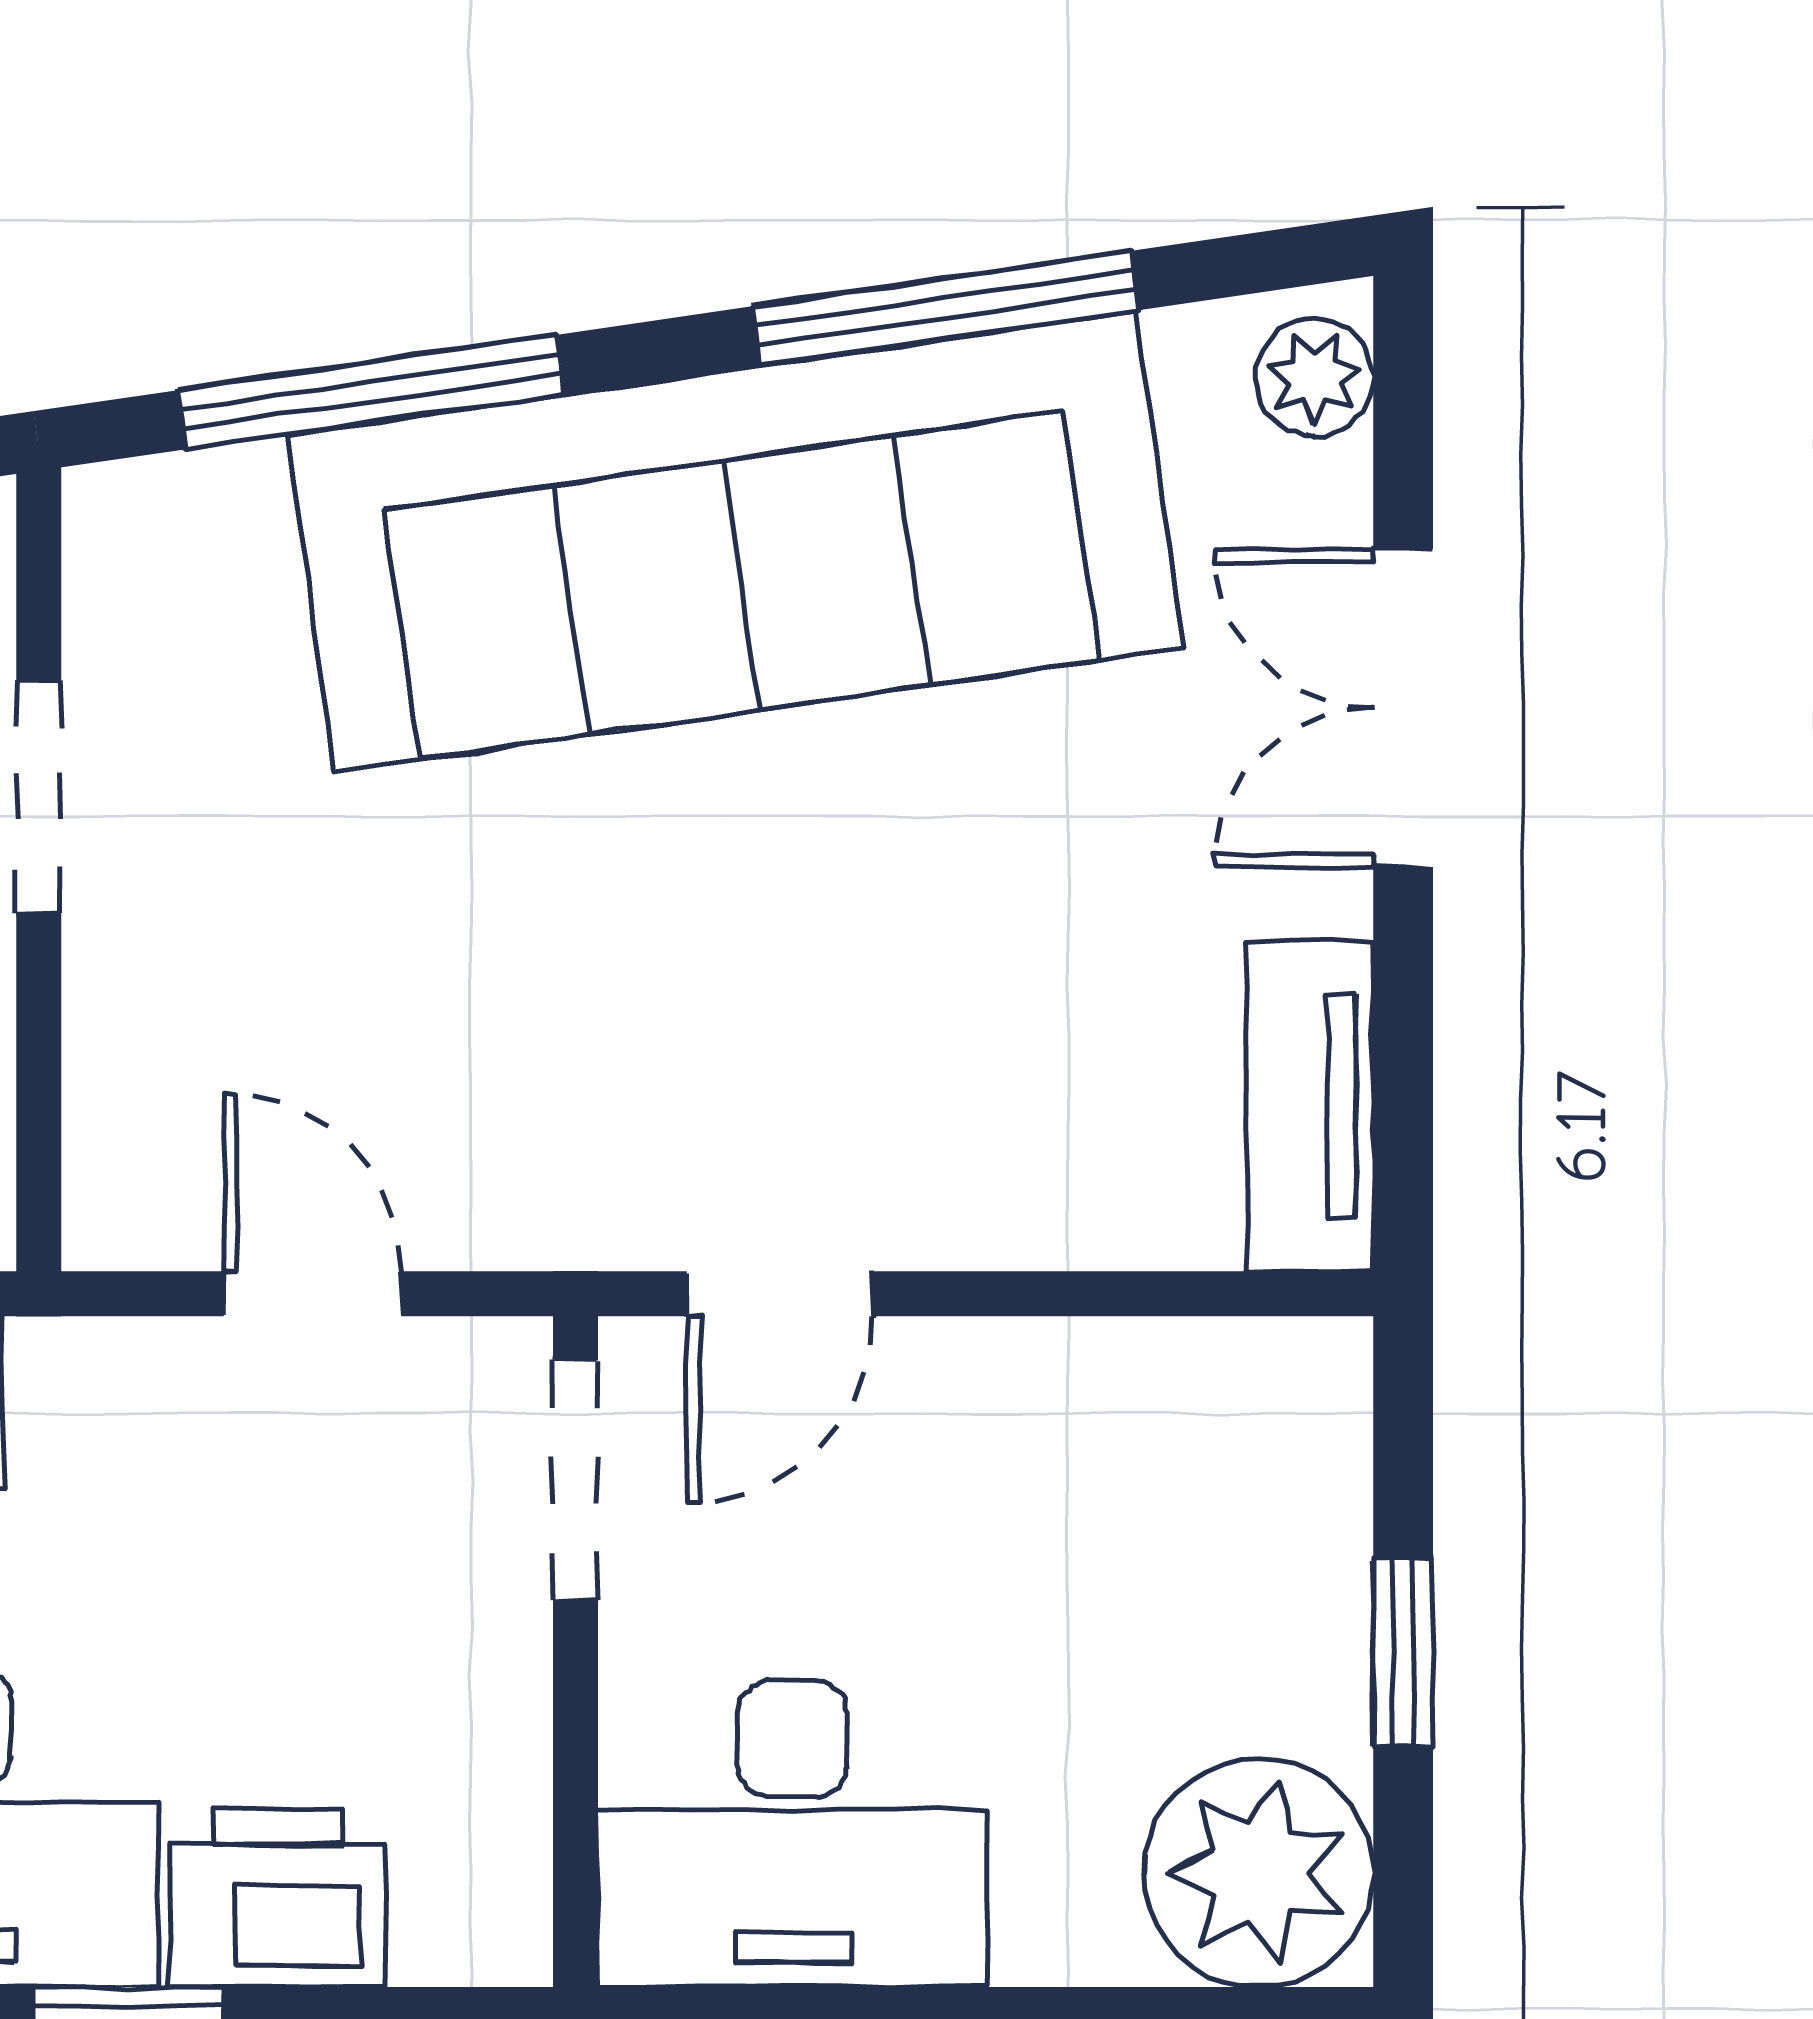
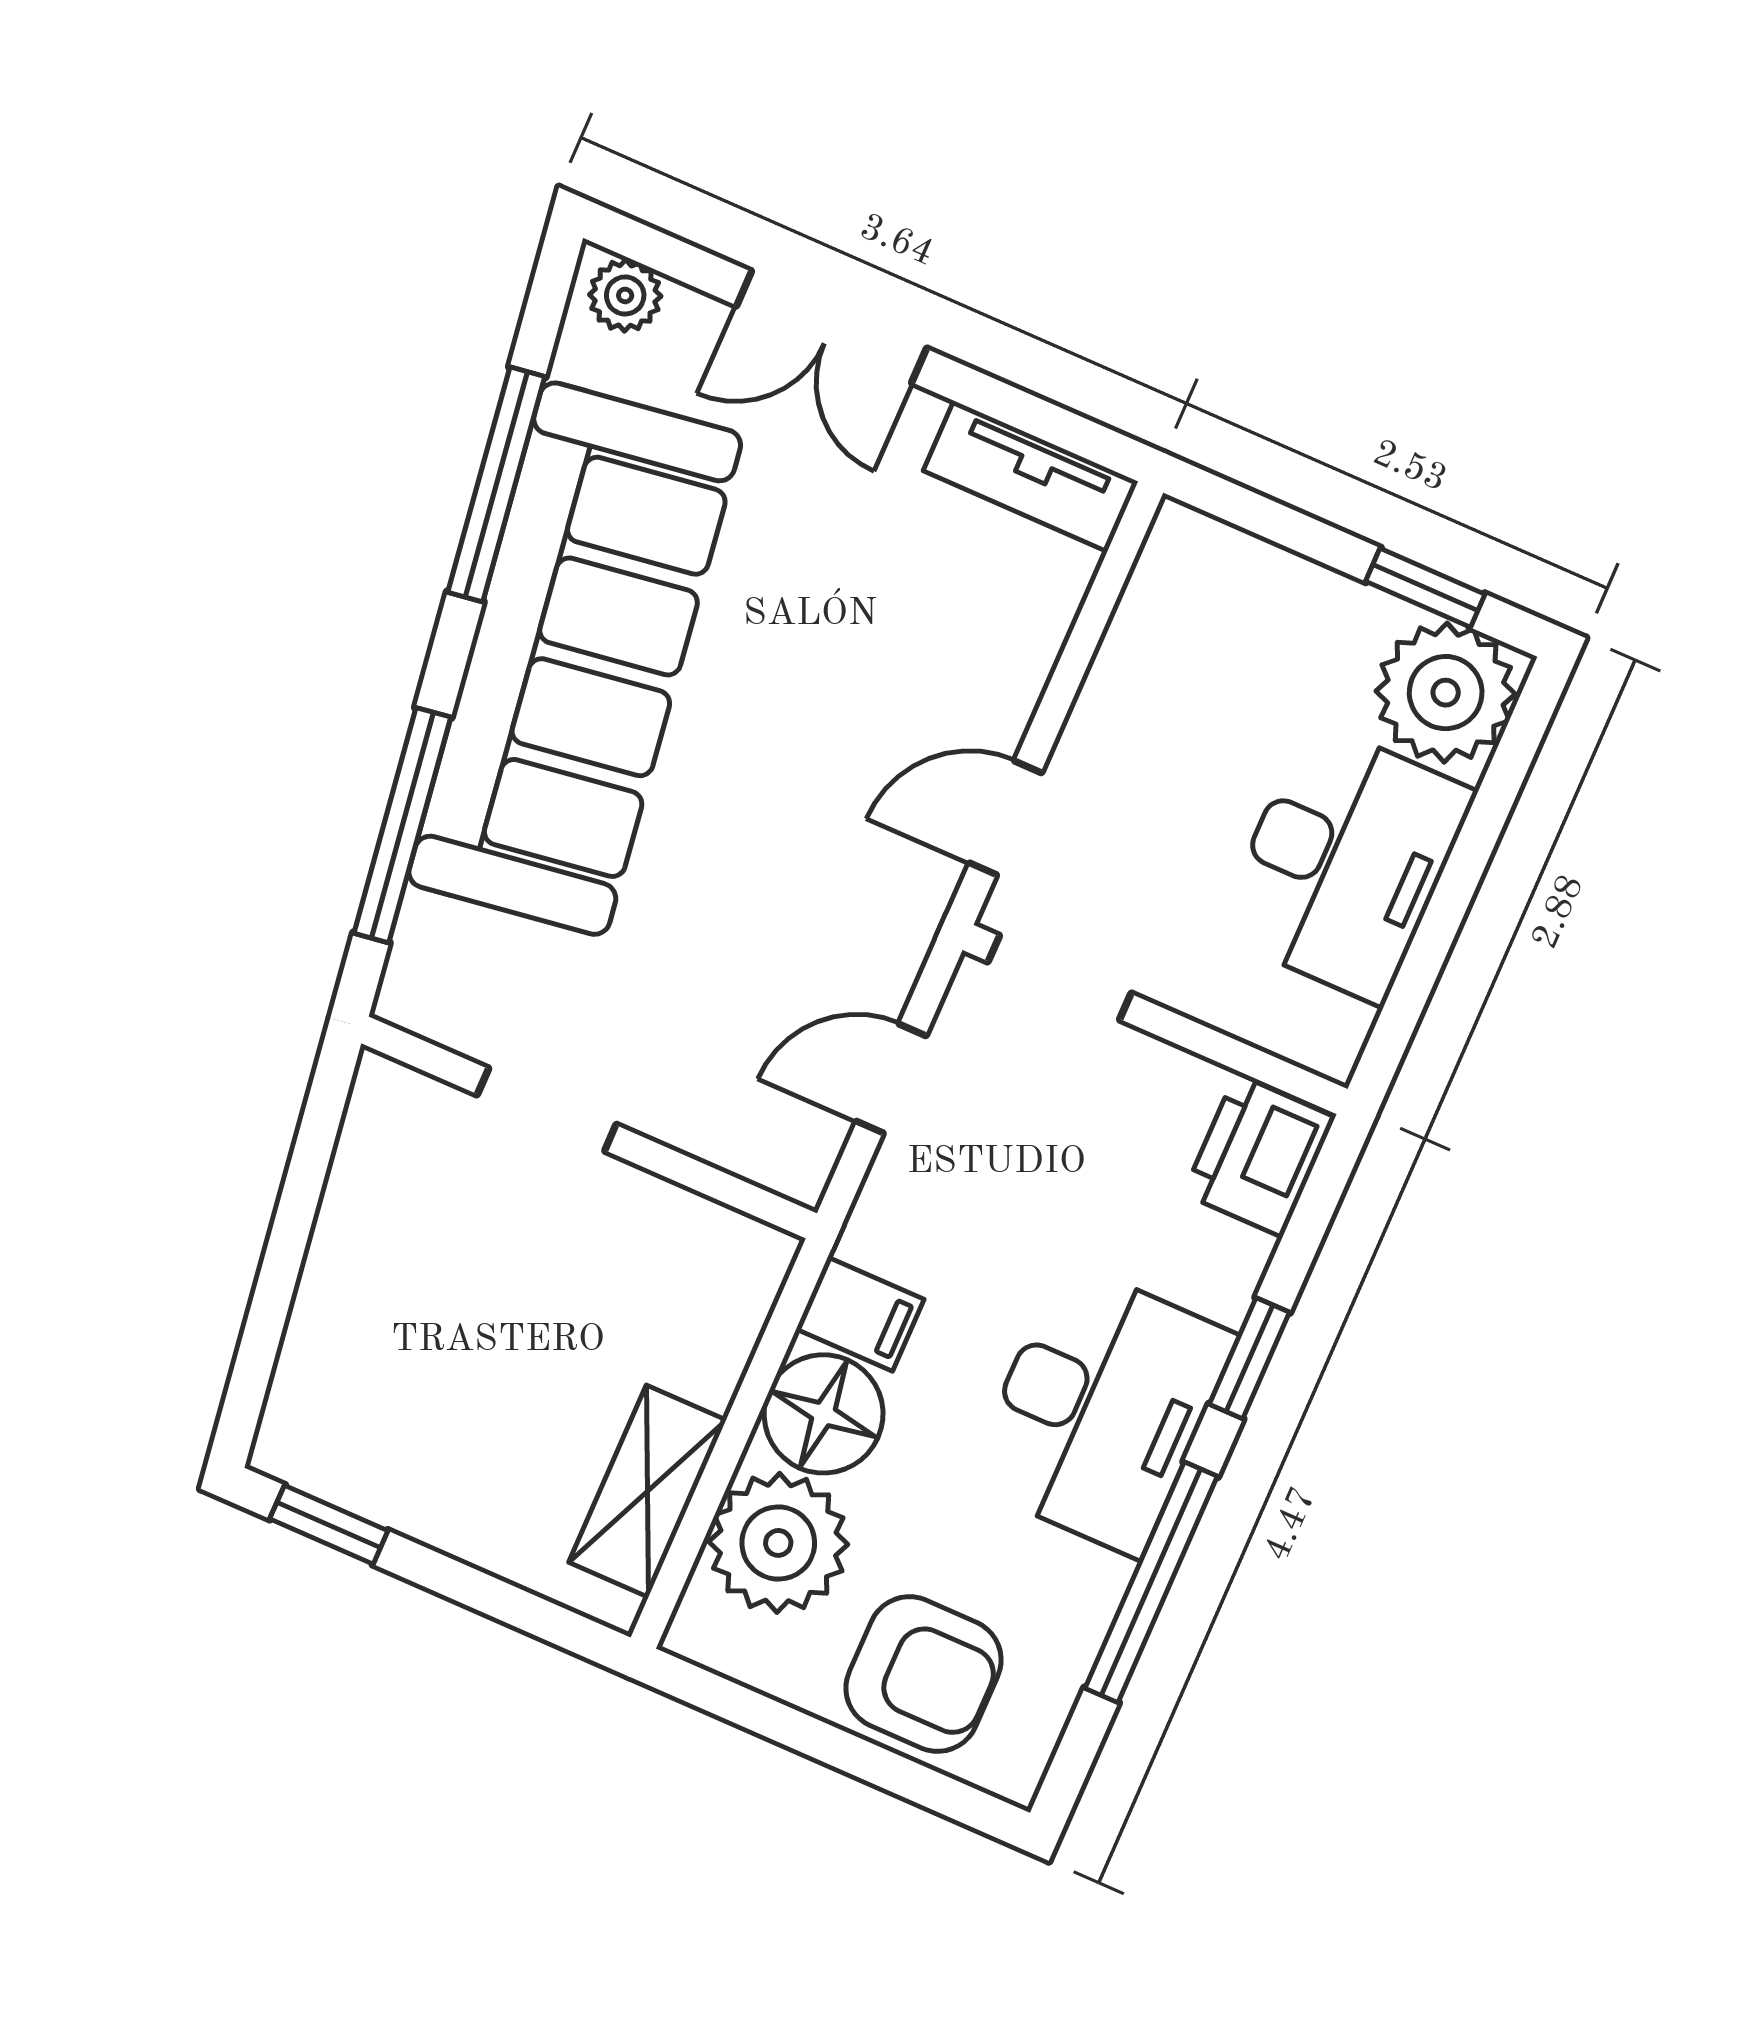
door: (780, 1294) -> (1005, 818), swing flipped
window: (1403, 1652) -> (1425, 588), moved
desk: (793, 1834) -> (1345, 862), moved
printer: (278, 1898) -> (1259, 1155), moved

